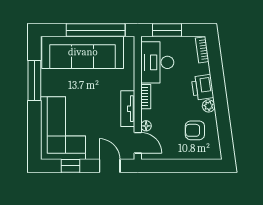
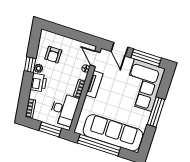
window: (34, 80) -> (156, 112), moved
window: (221, 107) -> (30, 65), added
armchair: (195, 130) -> (53, 55), turned 90
window: (71, 166) -> (146, 58), width x2.17

